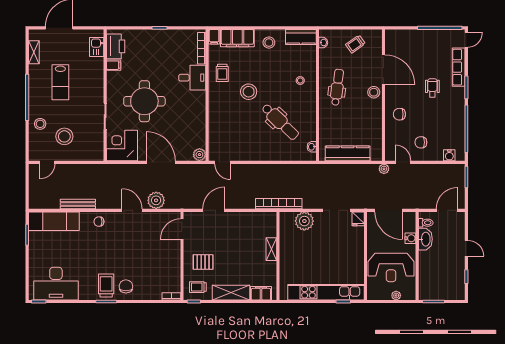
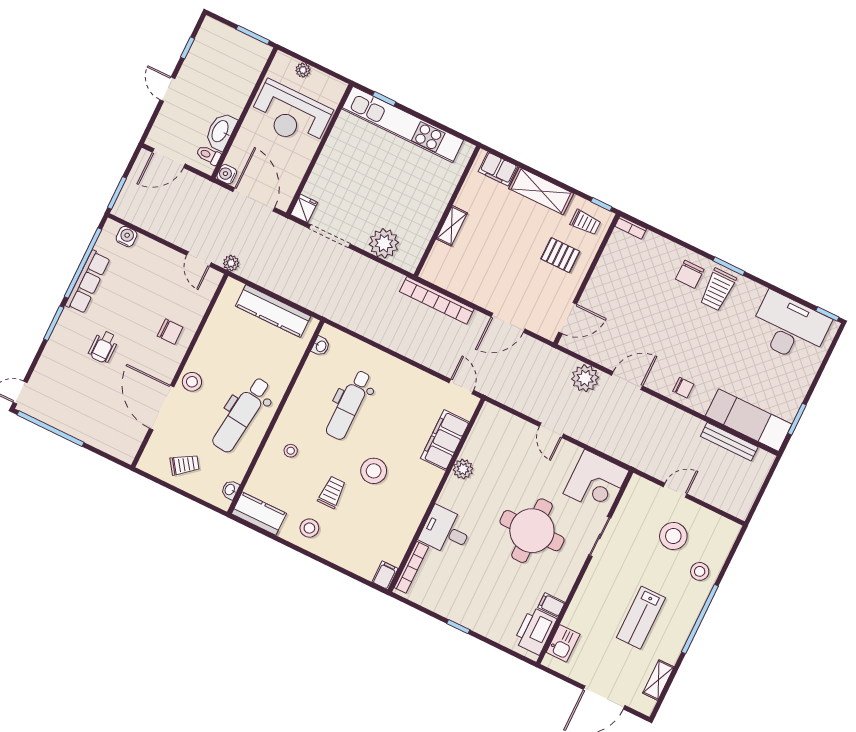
filing cabinet: (237, 38) -> (445, 440), moved, turned -90
row of seats: (459, 67) -> (88, 282), moved
trolley: (222, 73) -> (332, 492), moved
lab bench: (60, 82) -> (641, 618), turned 180
dental chair: (337, 87) -> (242, 415), width x1.36, depth x1.38
dental chair: (280, 122) -> (349, 405), turned -134
chair: (421, 142) -> (159, 275), removed
plant: (199, 155) -> (463, 469), moved
door: (47, 162) -> (675, 490), moved
door: (161, 162) -> (551, 430), width x0.53
bench: (78, 204) -> (729, 442), moved
bookcase: (279, 204) -> (437, 300), moved
door: (132, 210) -> (627, 381), swing flipped
water cooler: (410, 238) -> (227, 174), moved
reception desk: (391, 267) -> (291, 115), turned 180

